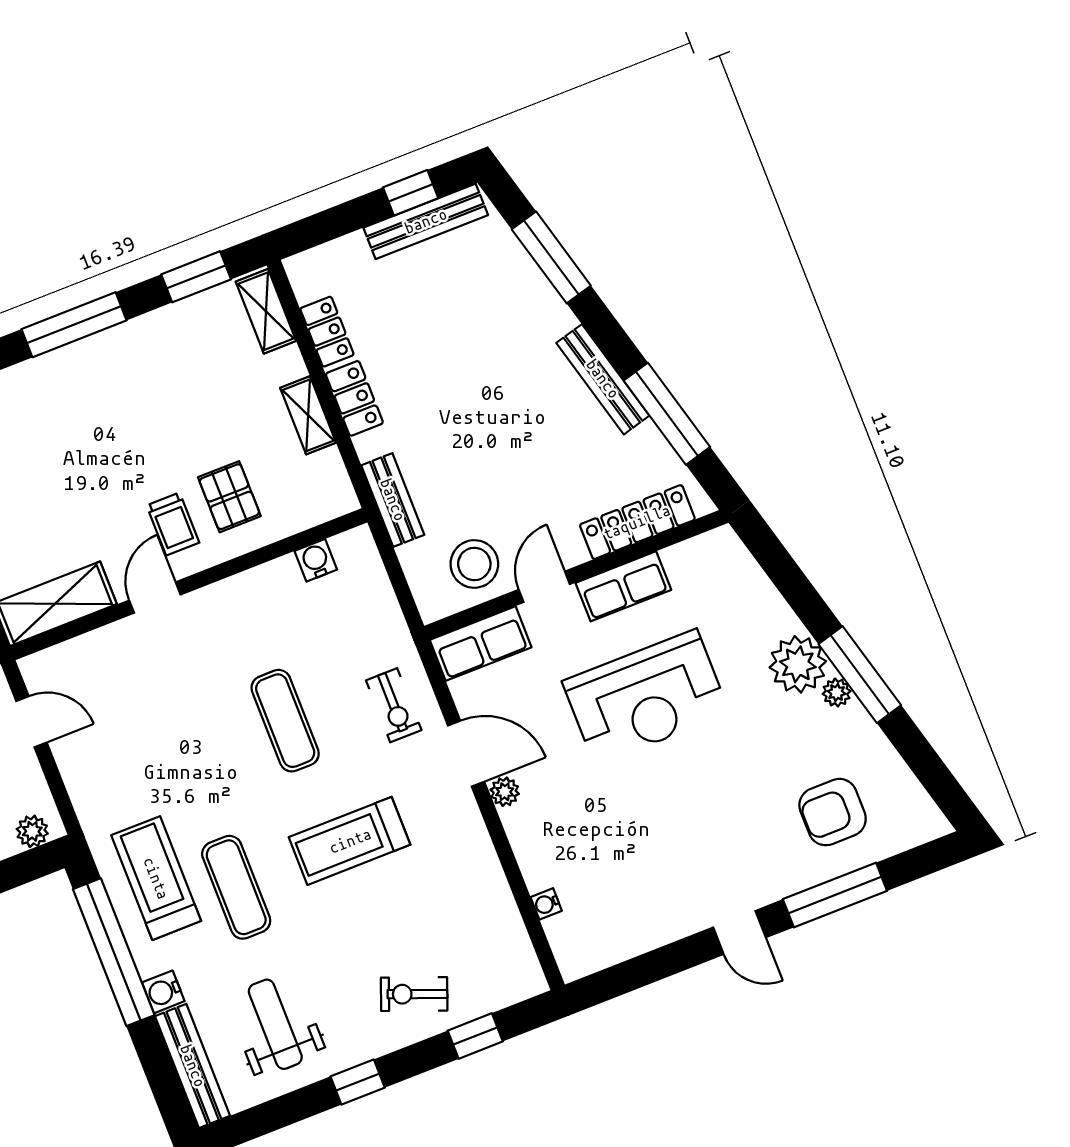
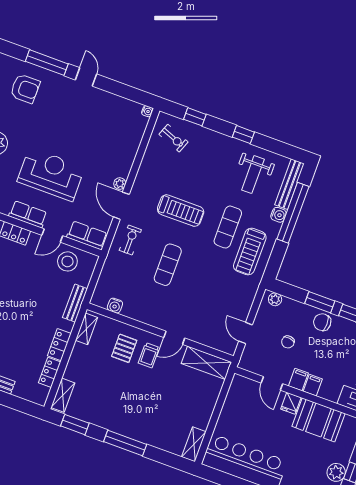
shelving: (308, 415) -> (86, 329), moved
trolley: (173, 524) -> (149, 355), turned 180
water cooler: (546, 904) -> (147, 111), moved
window: (114, 952) -> (293, 213), moved
exercise bike: (414, 994) -> (173, 138), moved

